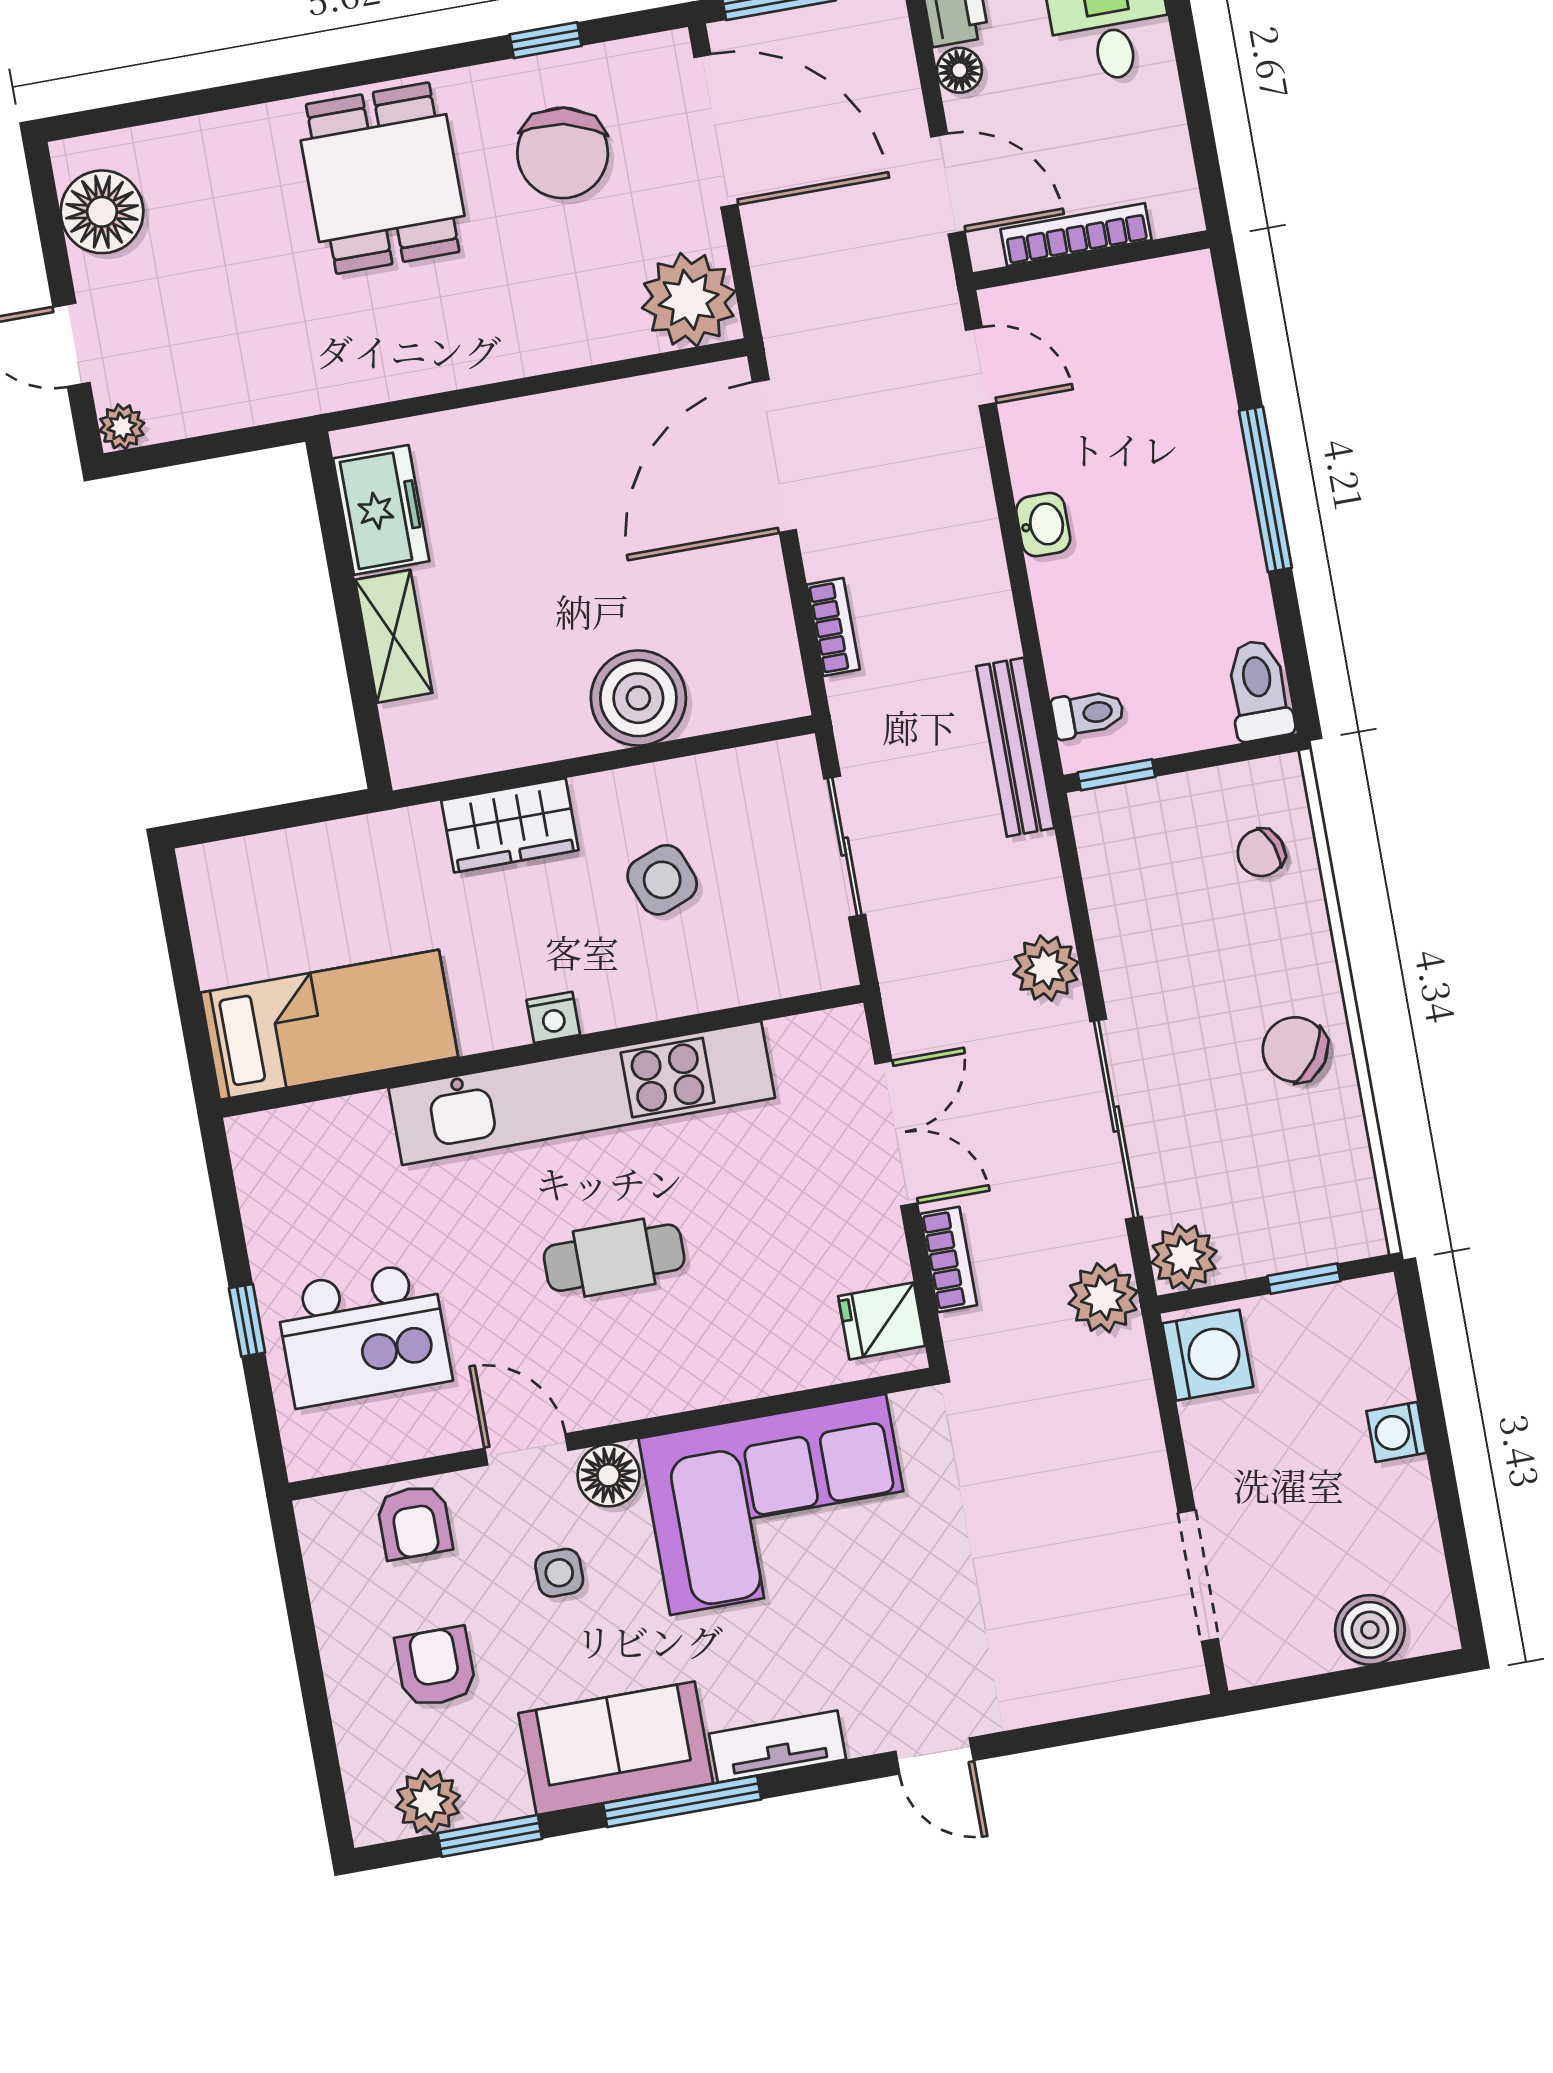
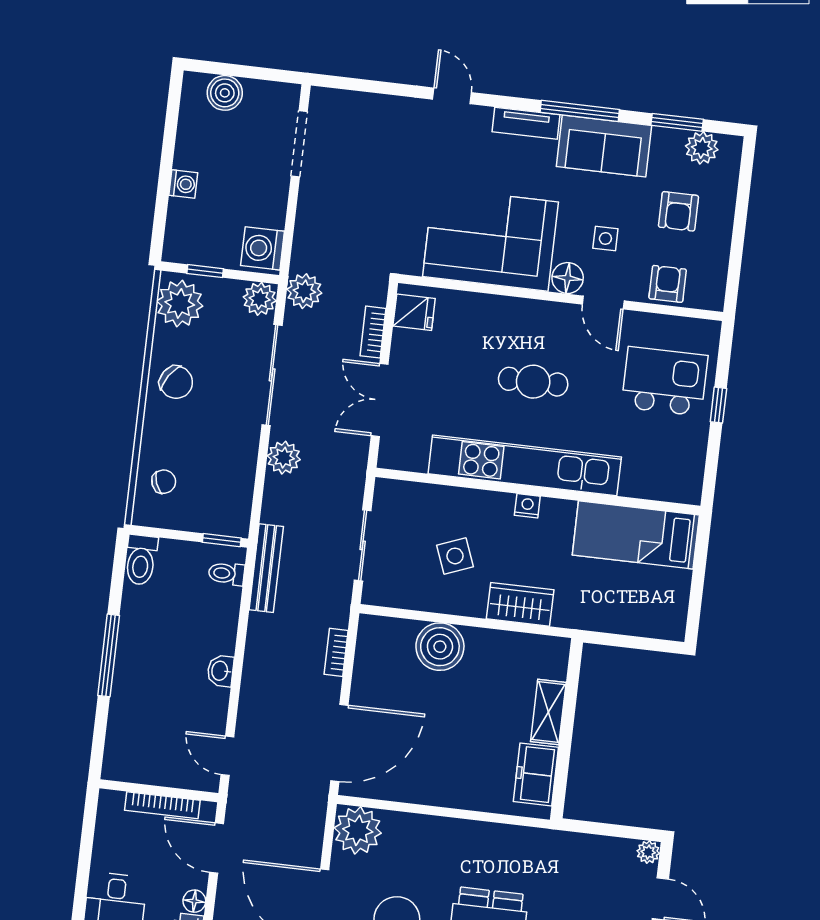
plant: (1334, 1202) -> (180, 303), added

